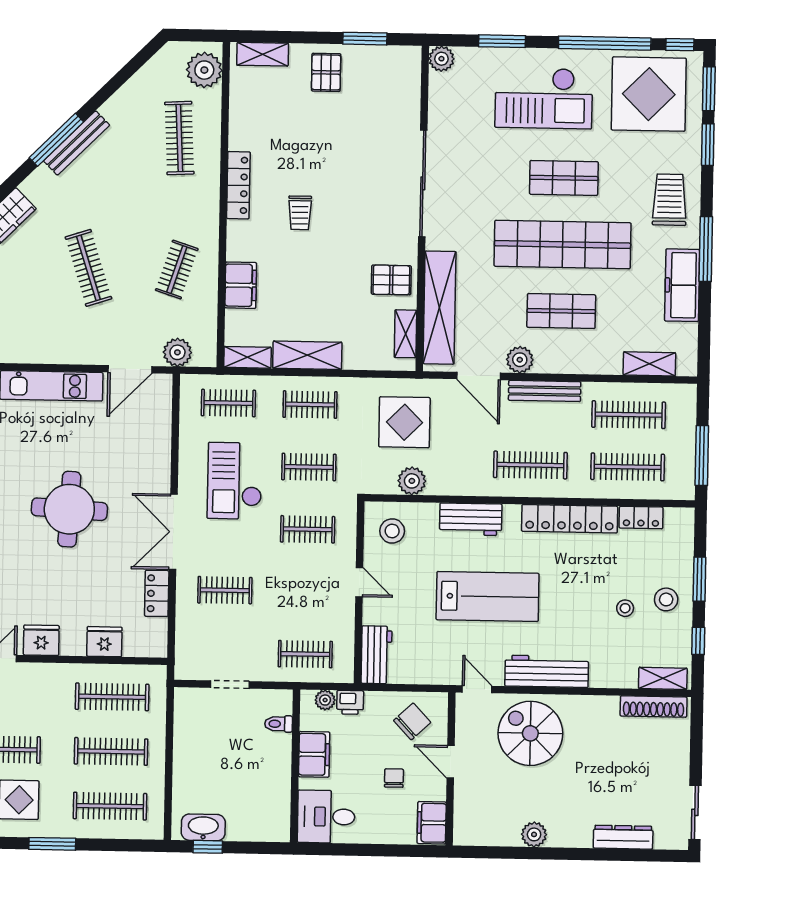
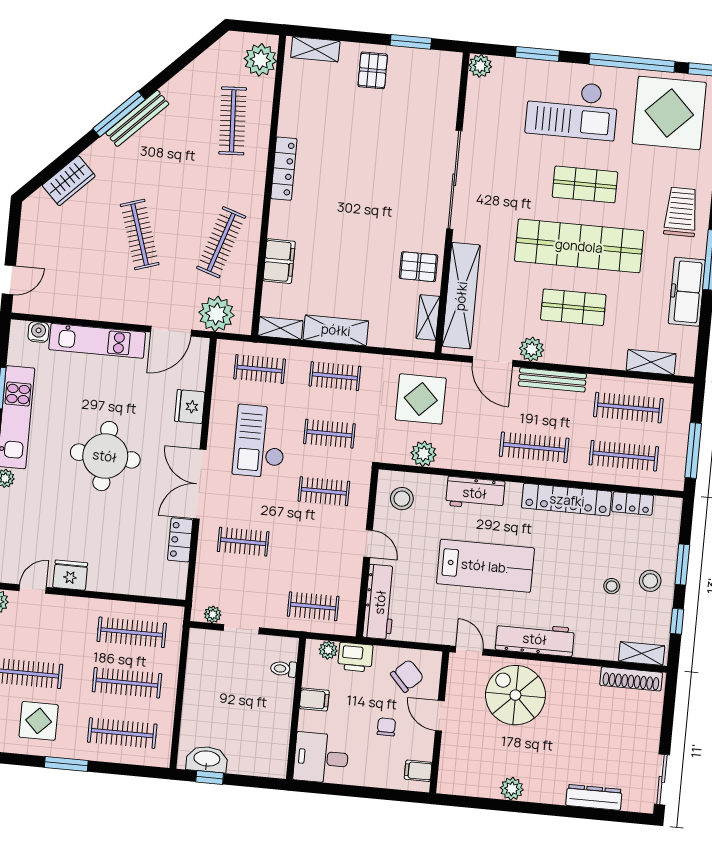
trolley: (300, 213) -> (339, 198), removed
clothes rail: (177, 270) -> (221, 242), width x1.36
plant: (177, 352) -> (216, 314), width x1.36, depth x1.36
fridge: (104, 642) -> (190, 407), moved, turned -90
workbench: (376, 655) -> (380, 602), width x1.38
plant: (198, 671) -> (213, 614), added
printer: (350, 702) -> (355, 657), width x1.36, depth x1.24
filing cabinet: (314, 754) -> (314, 699), width x0.50
filing cabinet: (432, 823) -> (418, 771), width x0.50

